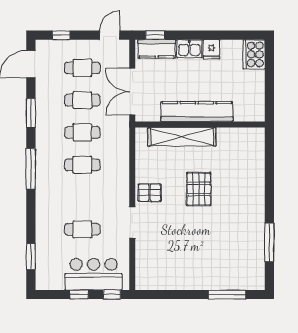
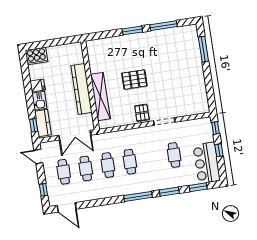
window: (31, 113) -> (169, 192), moved
window: (269, 197) -> (132, 30), added
bar counter: (94, 274) -> (207, 163), moved

